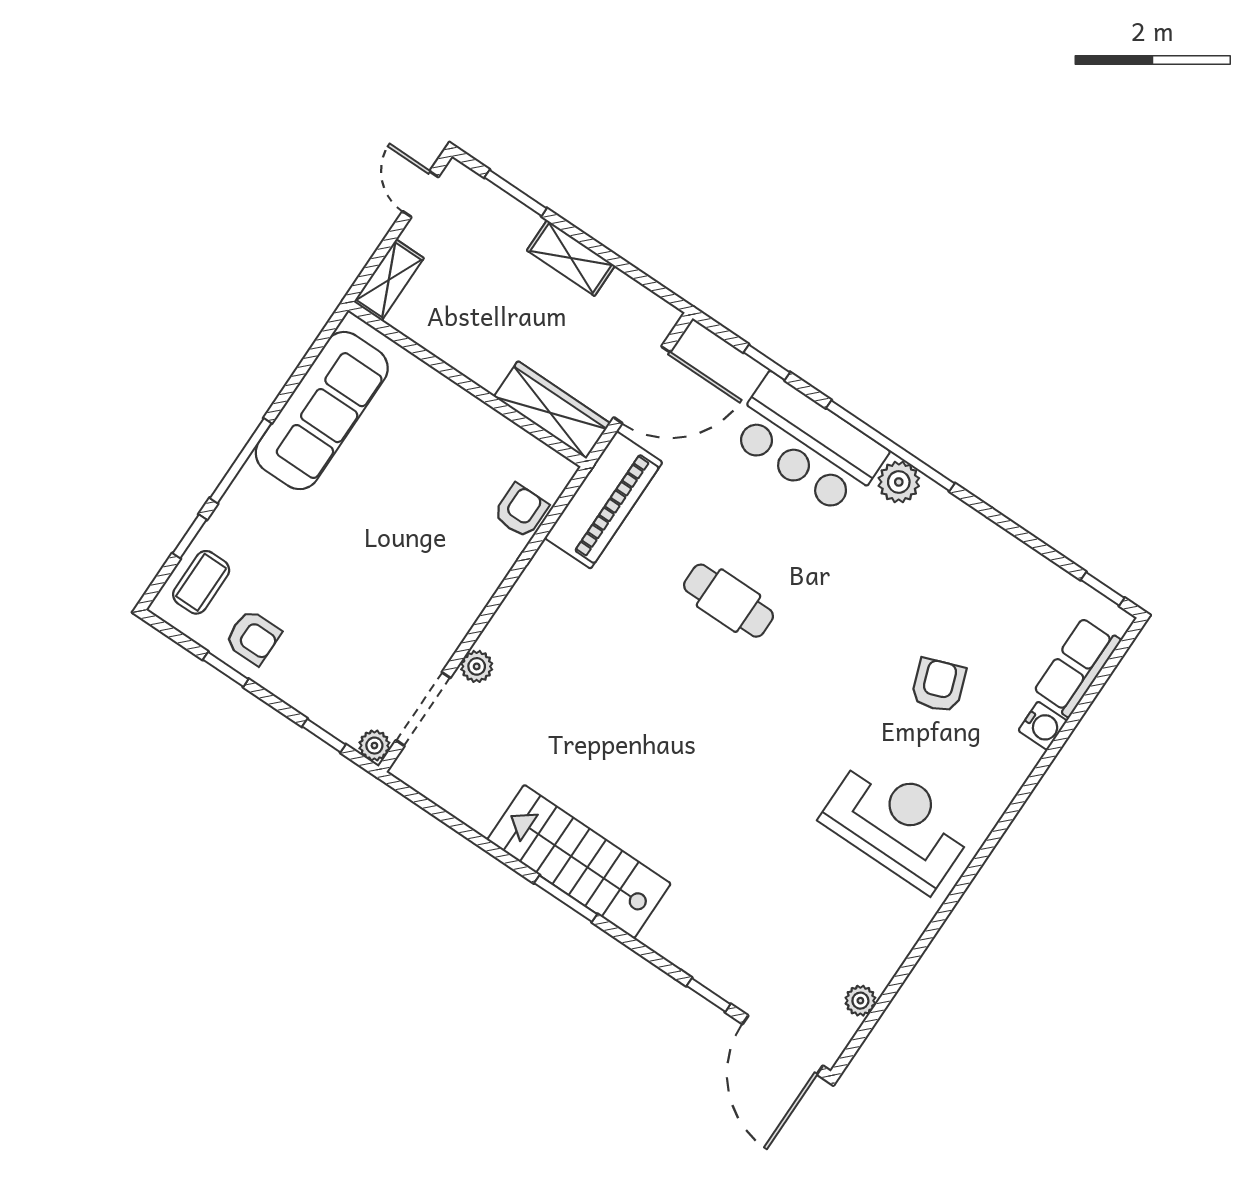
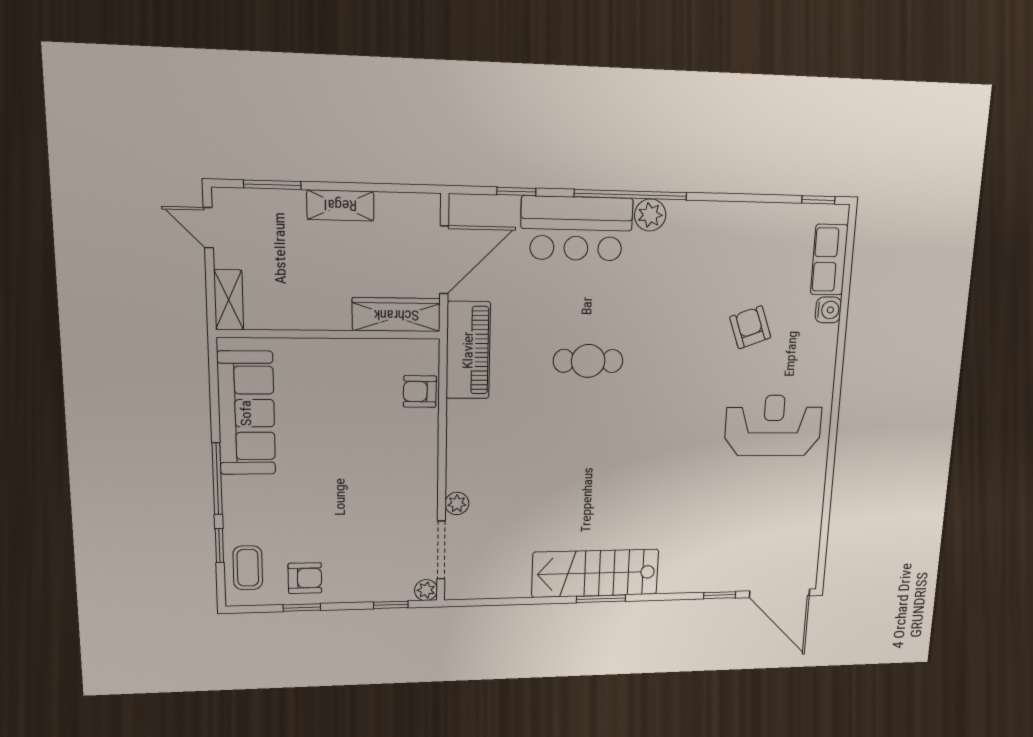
armchair: (521, 511) -> (420, 391), turned -89
plant: (860, 1001) -> (810, 540), removed

